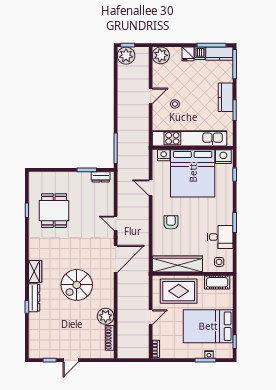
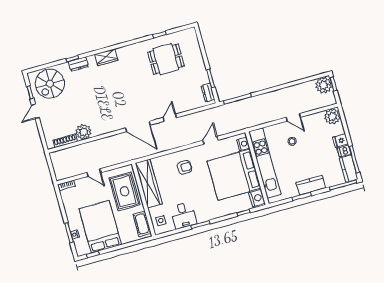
spiral stairs: (77, 285) -> (50, 84), moved, turned -90
dresser: (34, 298) -> (78, 64), width x0.70
door: (71, 360) -> (35, 111), hinge flipped

